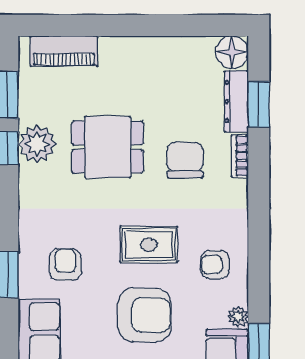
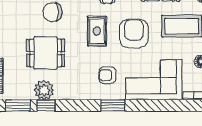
dining table: (108, 147) -> (46, 53), turned 90

